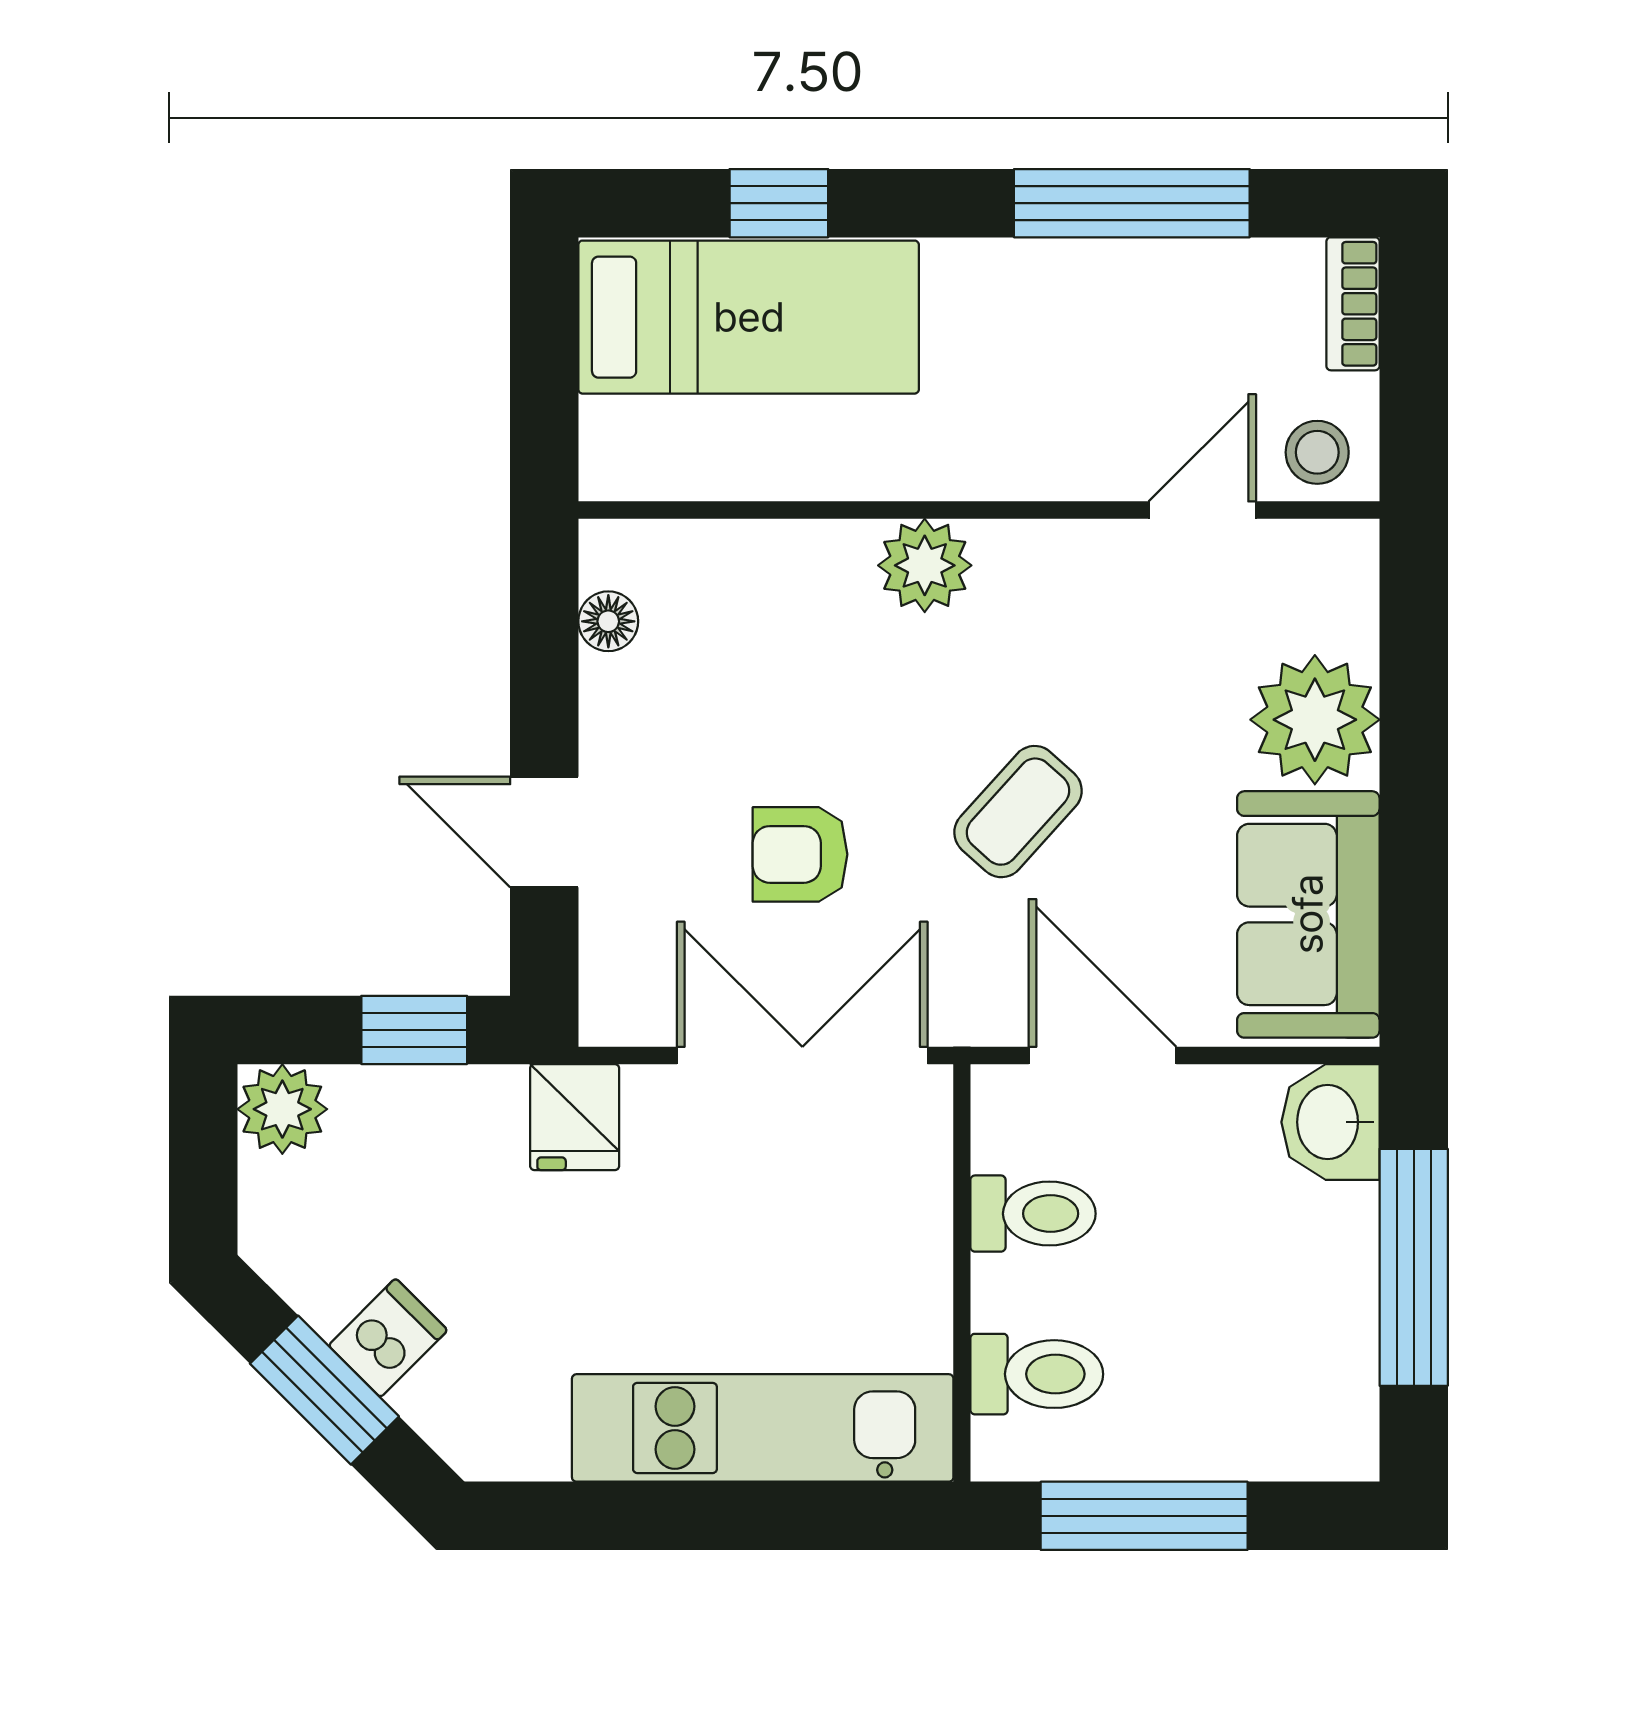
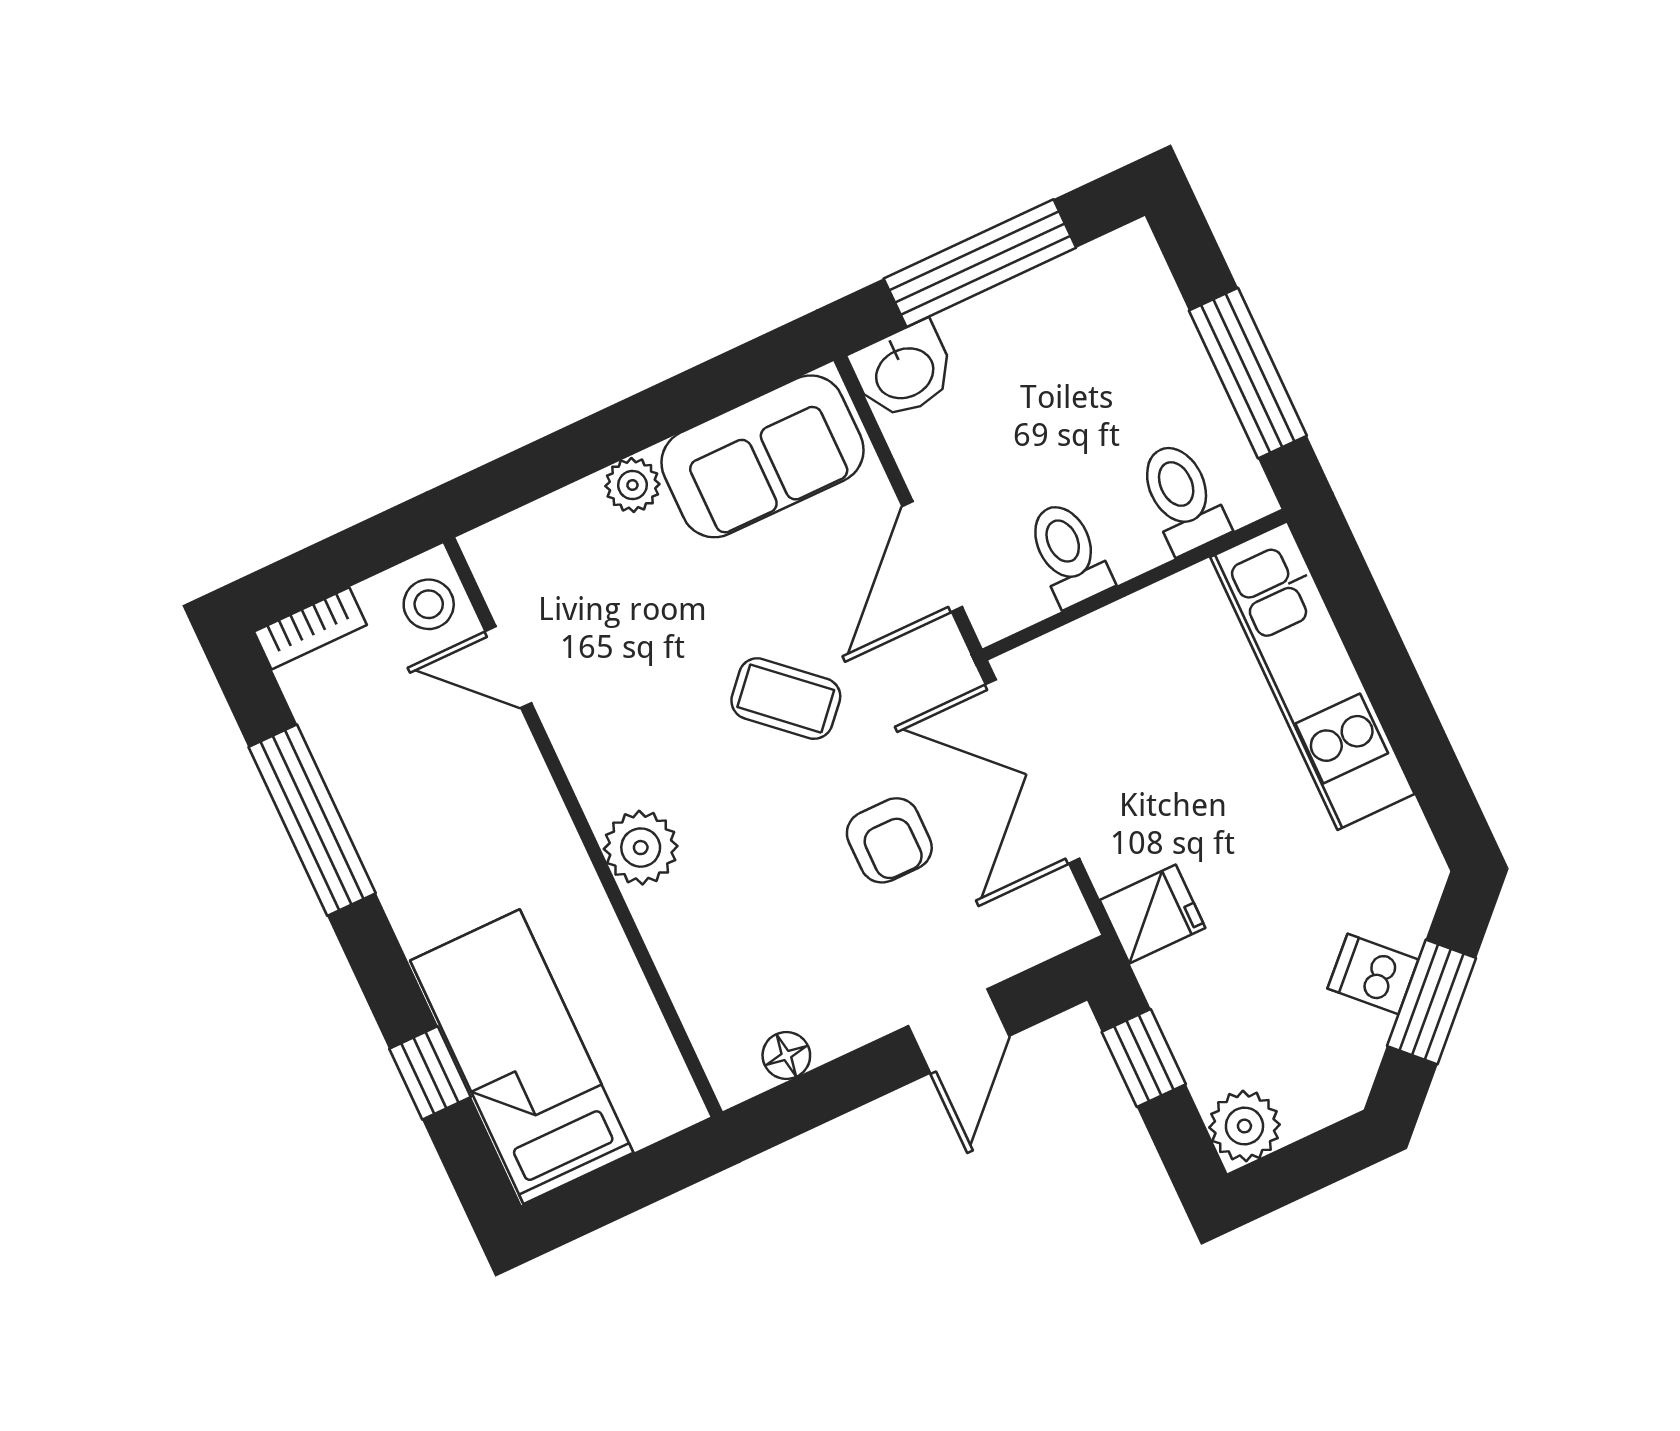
plant: (1315, 720) -> (632, 485), width x0.53, depth x0.53

